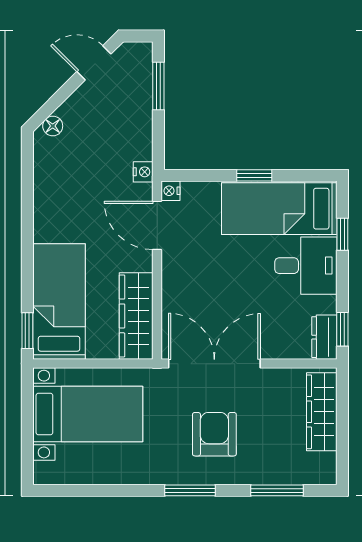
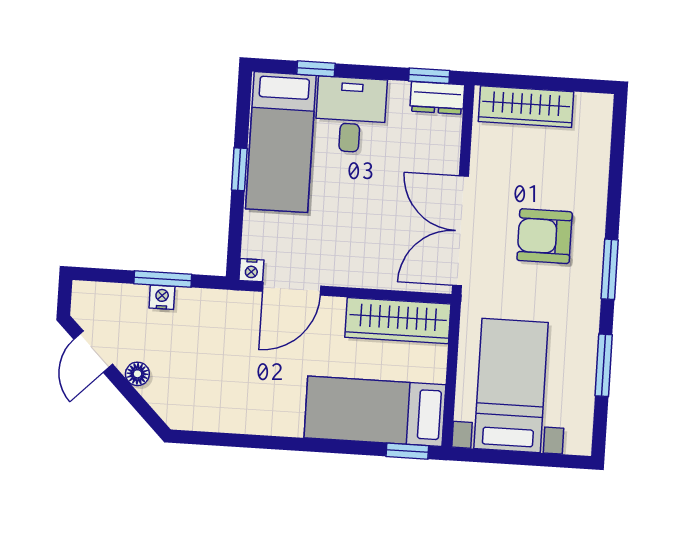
window: (158, 86) -> (163, 279), moved
floor lamp: (53, 126) -> (137, 374), moved
nightstand: (143, 172) -> (162, 297), moved
window: (277, 490) -> (604, 365), moved

